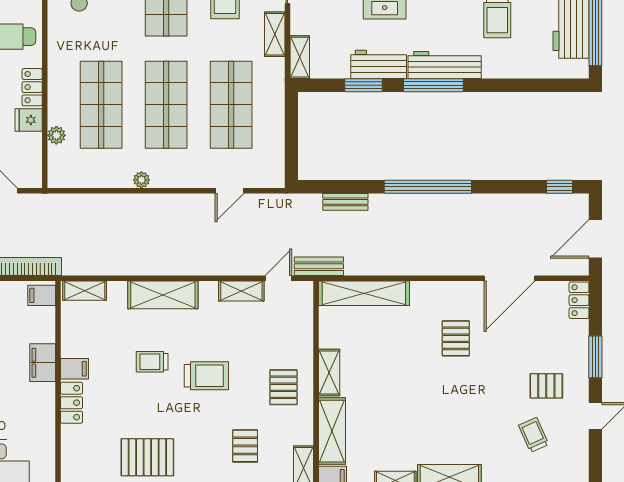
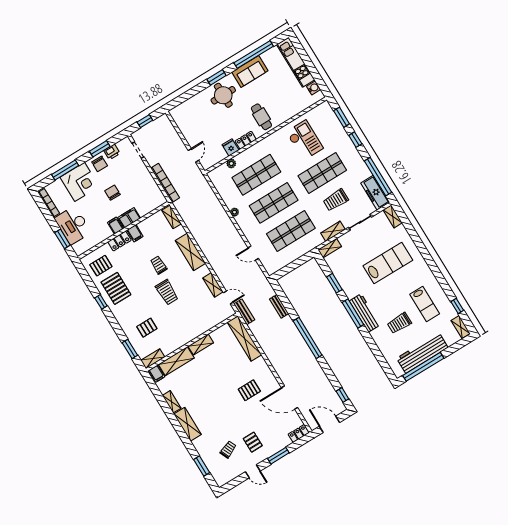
workbench: (379, 64) -> (347, 284), removed
filing cabinet: (42, 295) -> (115, 226), moved
pallet: (283, 387) -> (101, 266), moved

